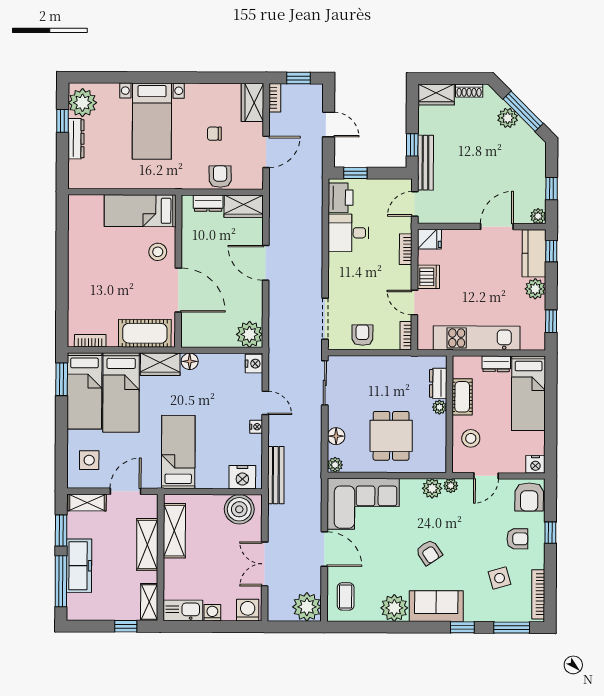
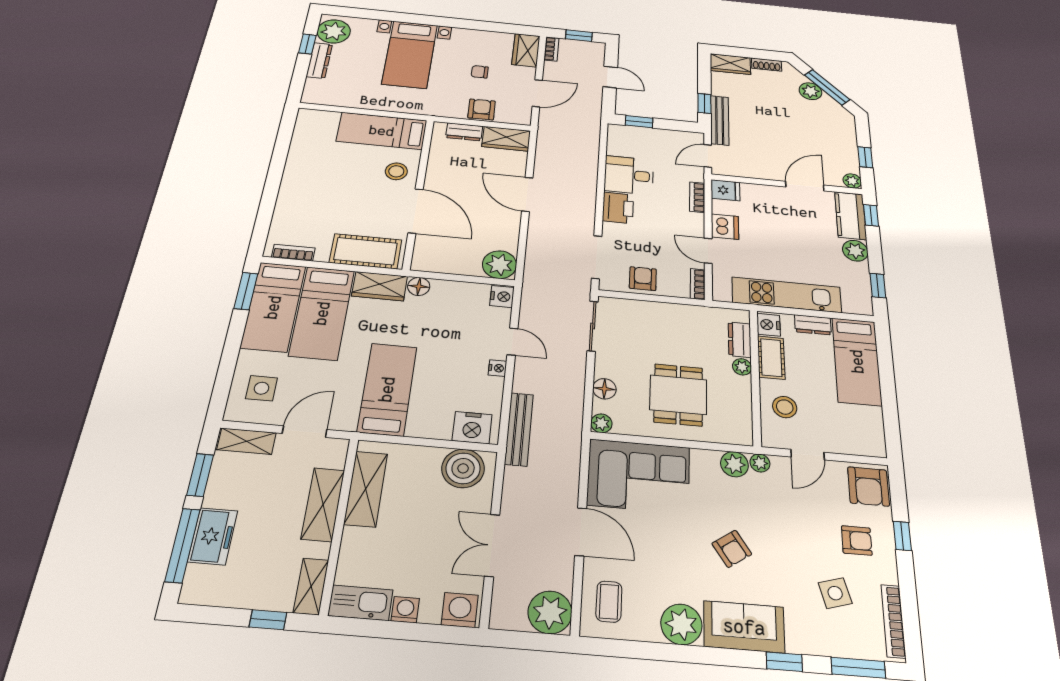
printer: (341, 198) -> (618, 208), moved
nightstand: (535, 464) -> (769, 325), moved, turned 90
freezer: (79, 566) -> (213, 536), width x0.71

